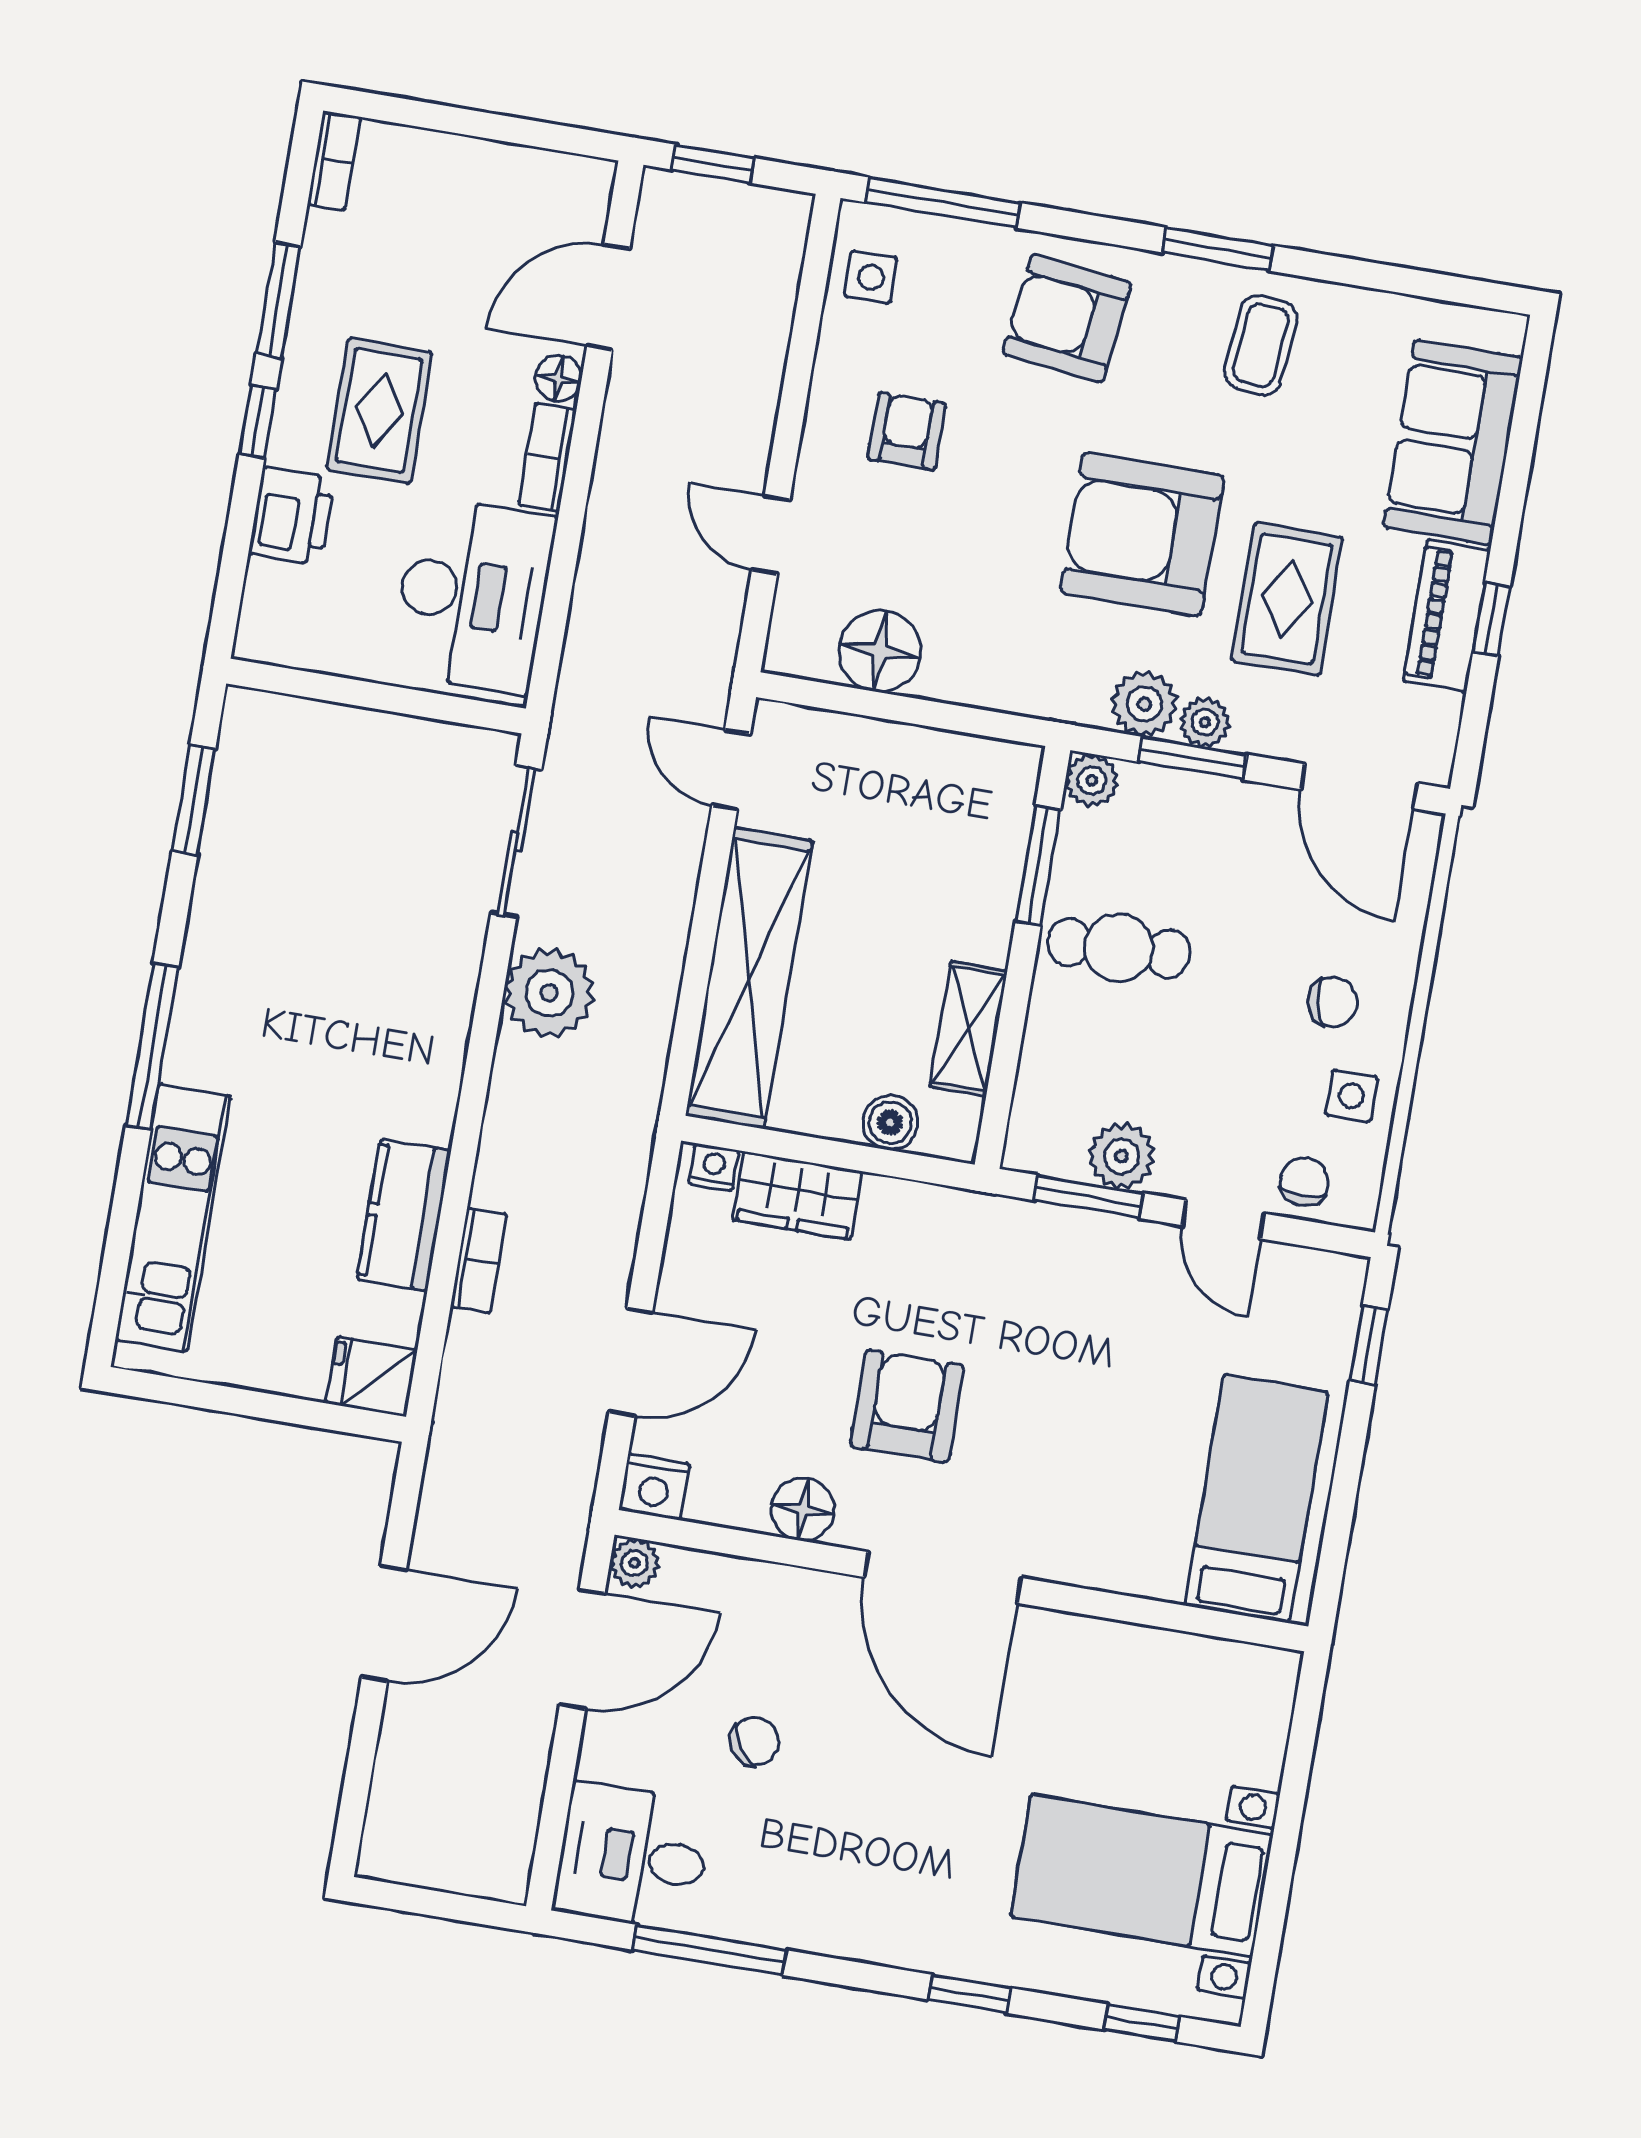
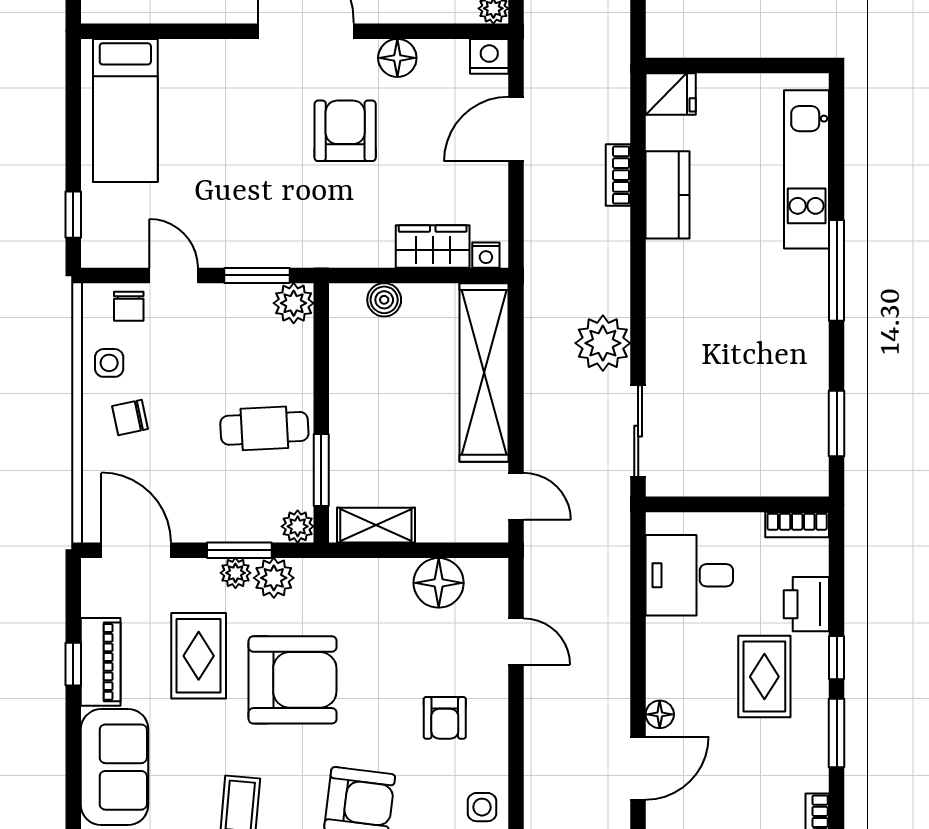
bookcase: (547, 457) -> (797, 525), moved, turned 90
desk: (473, 595) -> (689, 575), width x0.73
shelving: (969, 1029) -> (376, 525), moved, turned 90
plant: (1122, 1156) -> (294, 303), moved
armchair: (907, 1406) -> (345, 131), turned 180

